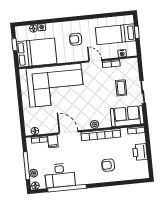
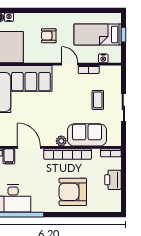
sofa: (127, 116) -> (87, 135), moved
armchair: (108, 165) -> (73, 192), width x1.88, depth x1.88

